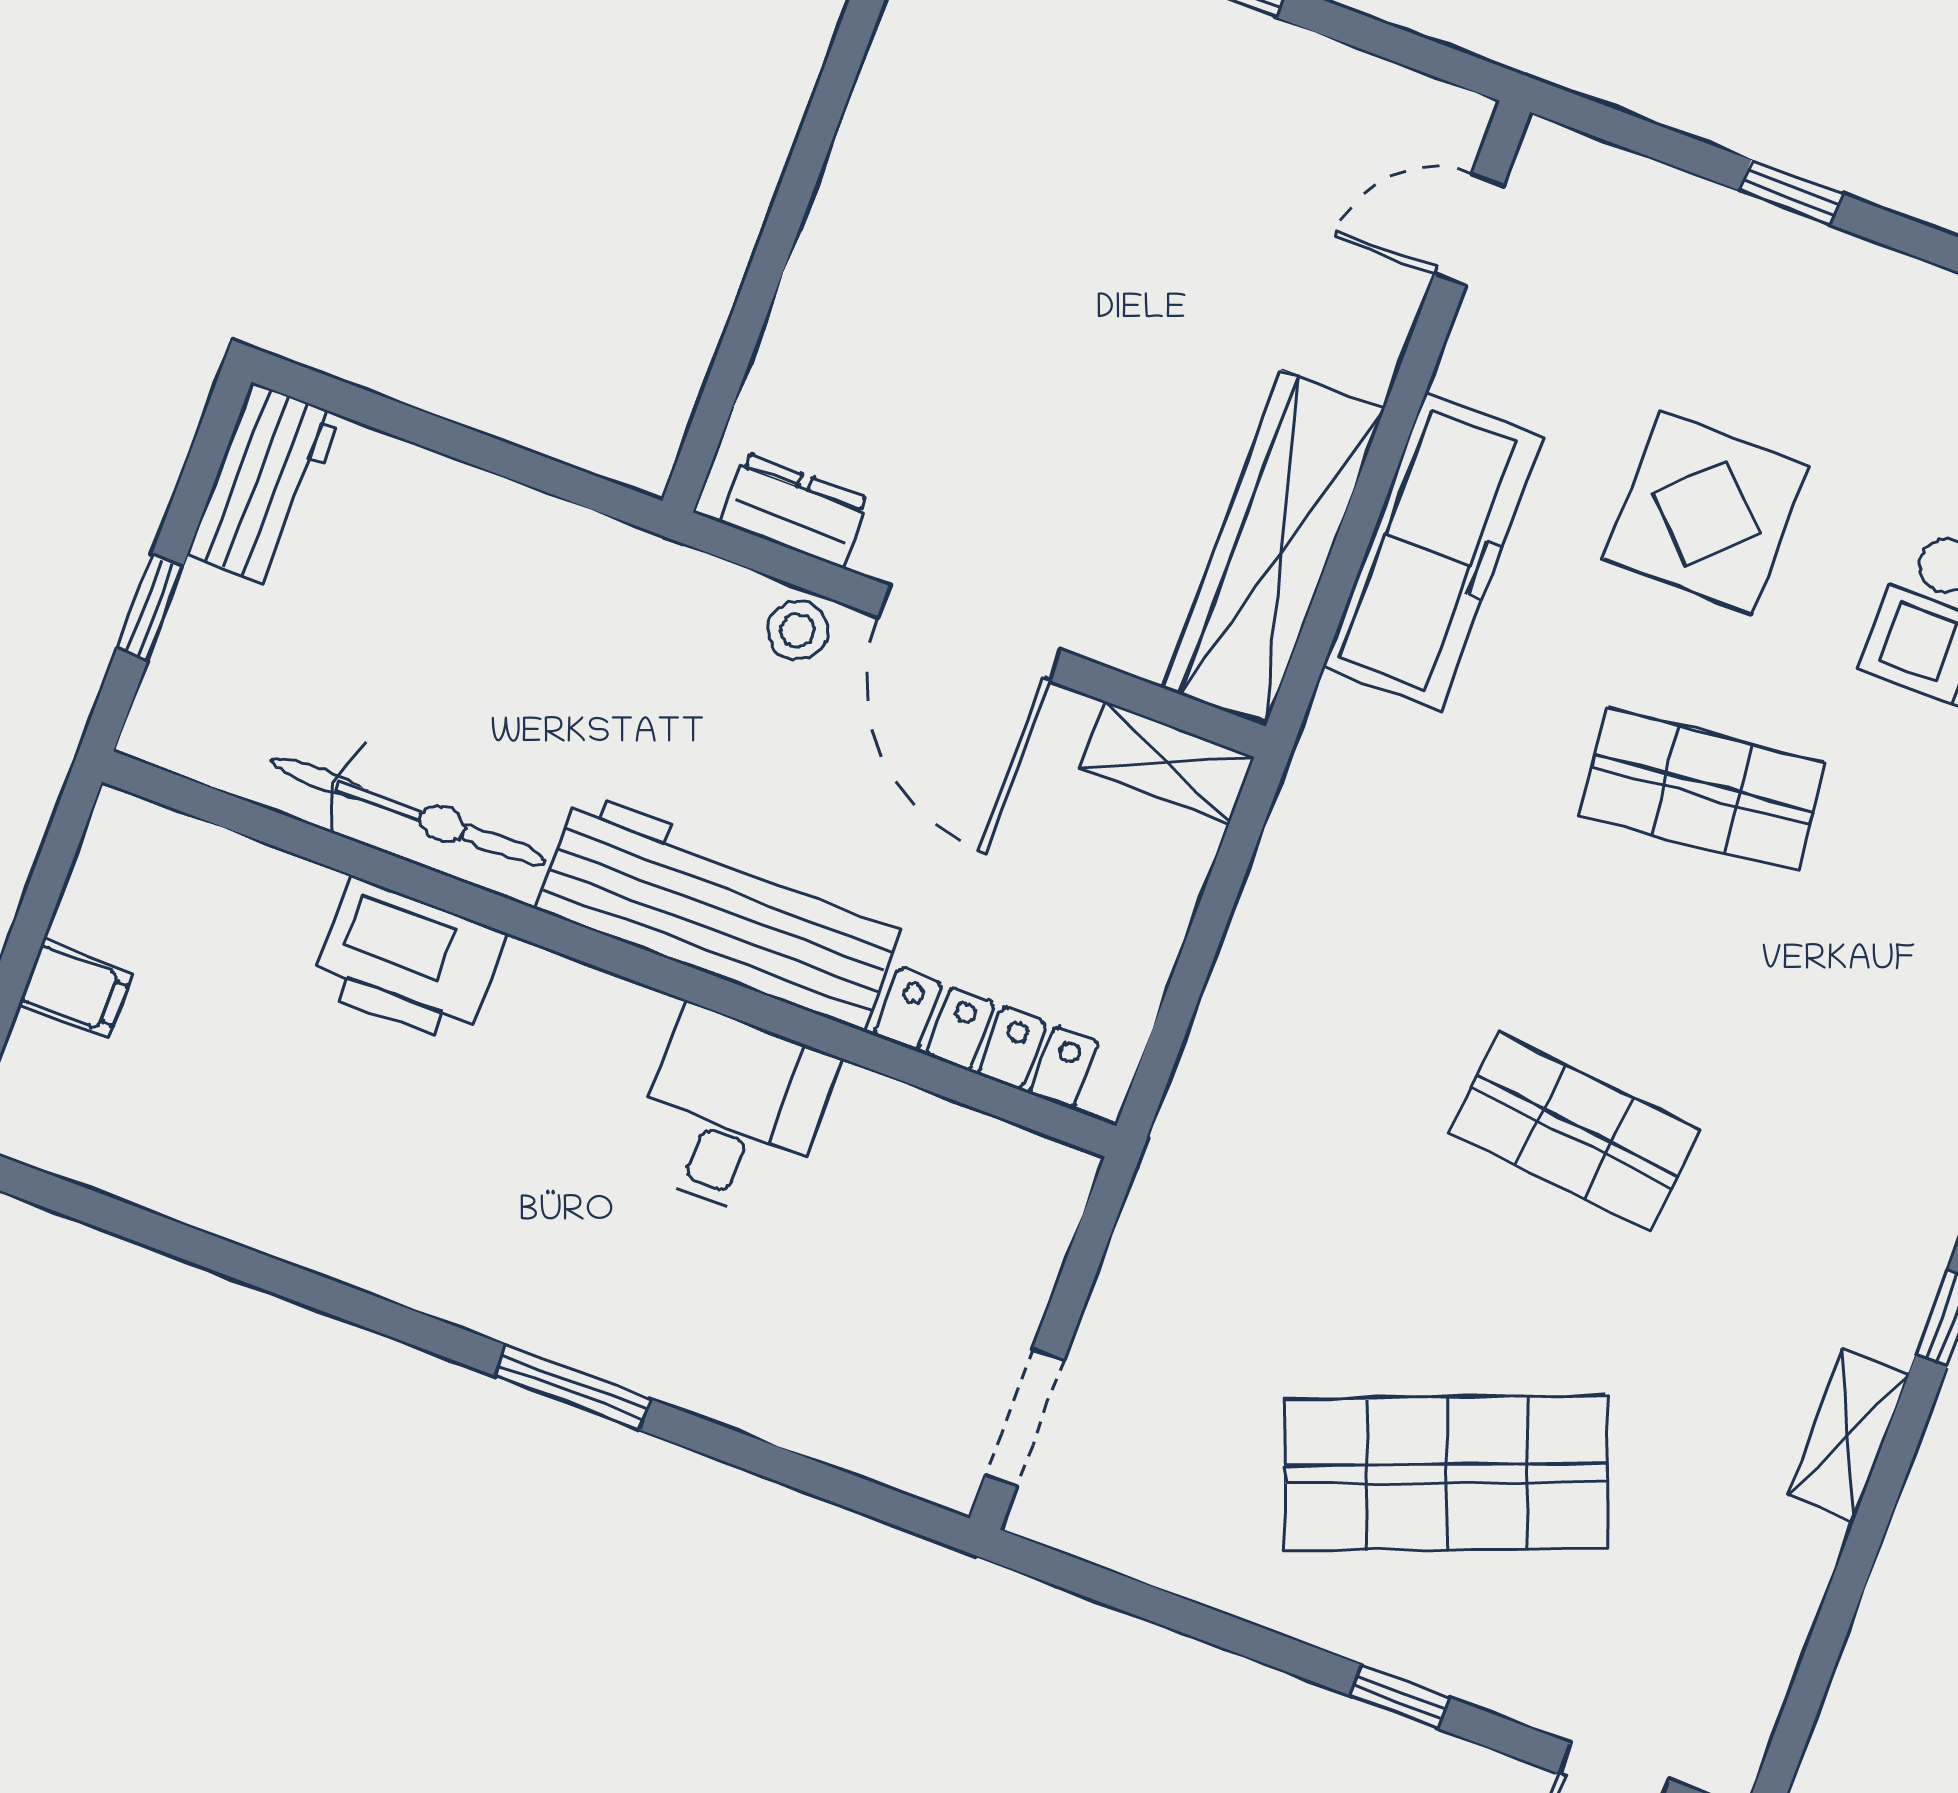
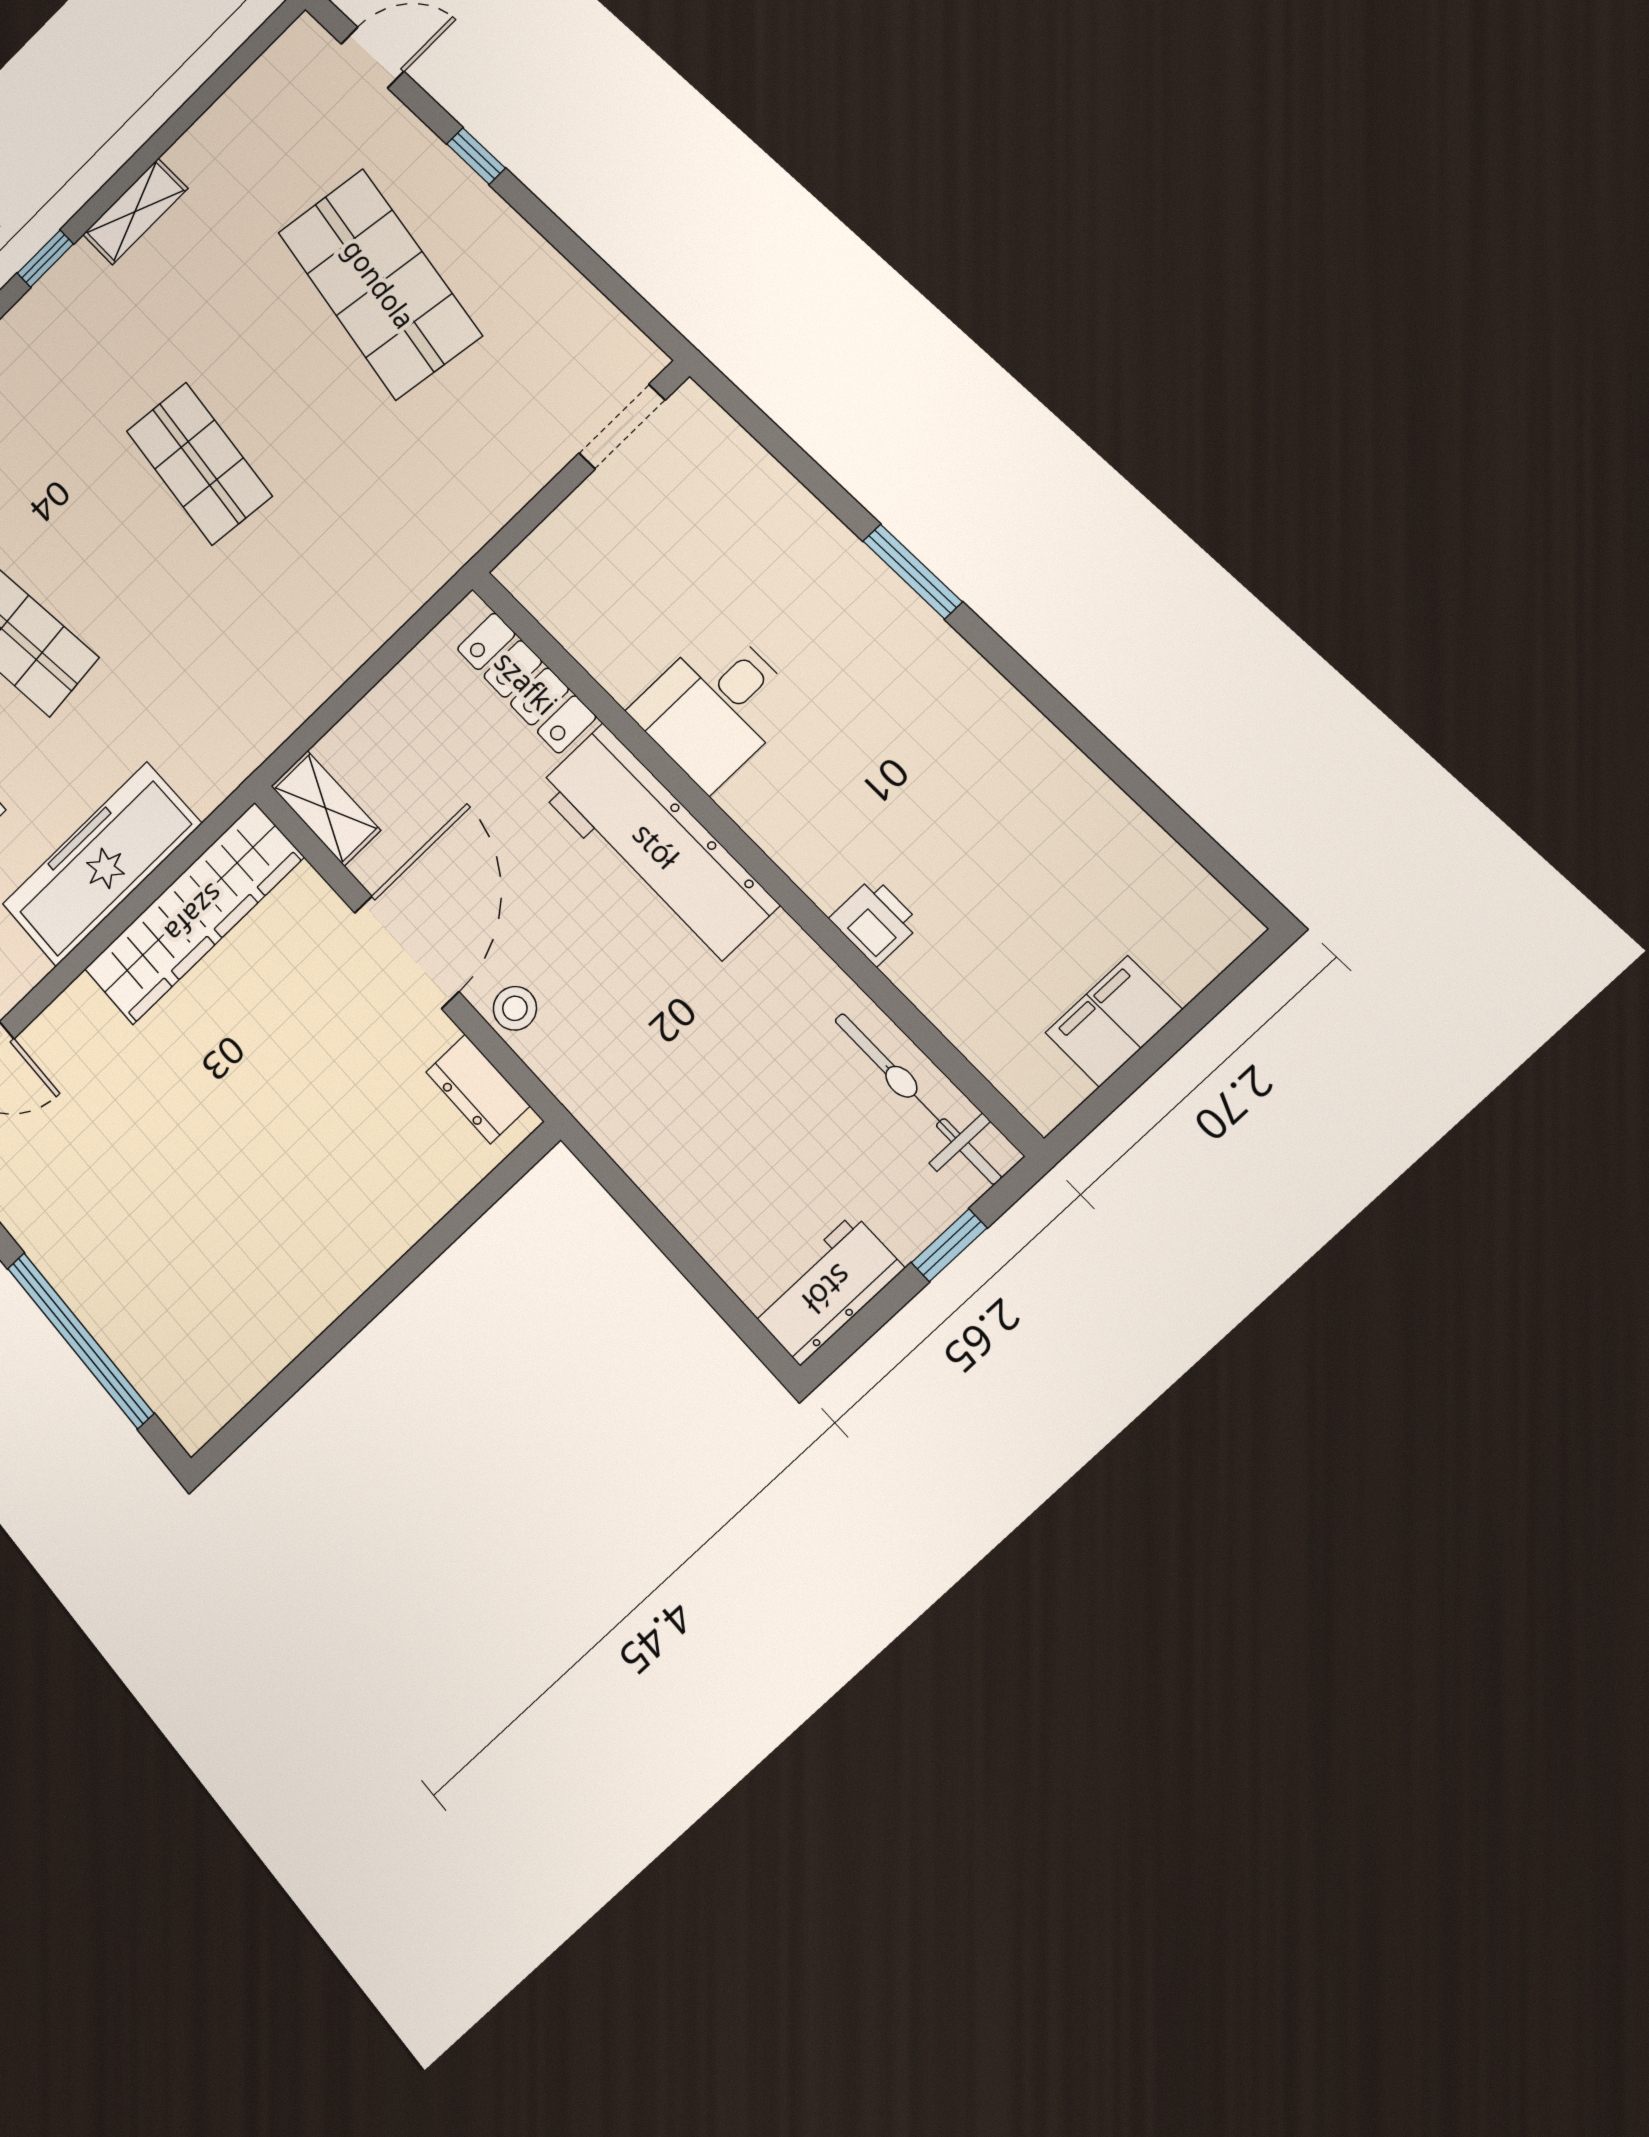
bicycle: (409, 811) -> (917, 1098), moved
printer: (408, 961) -> (875, 921), width x0.53, depth x0.68
filing cabinet: (75, 989) -> (1114, 1021), width x2.00
shop shelf: (1447, 1473) -> (379, 284), turned 30

